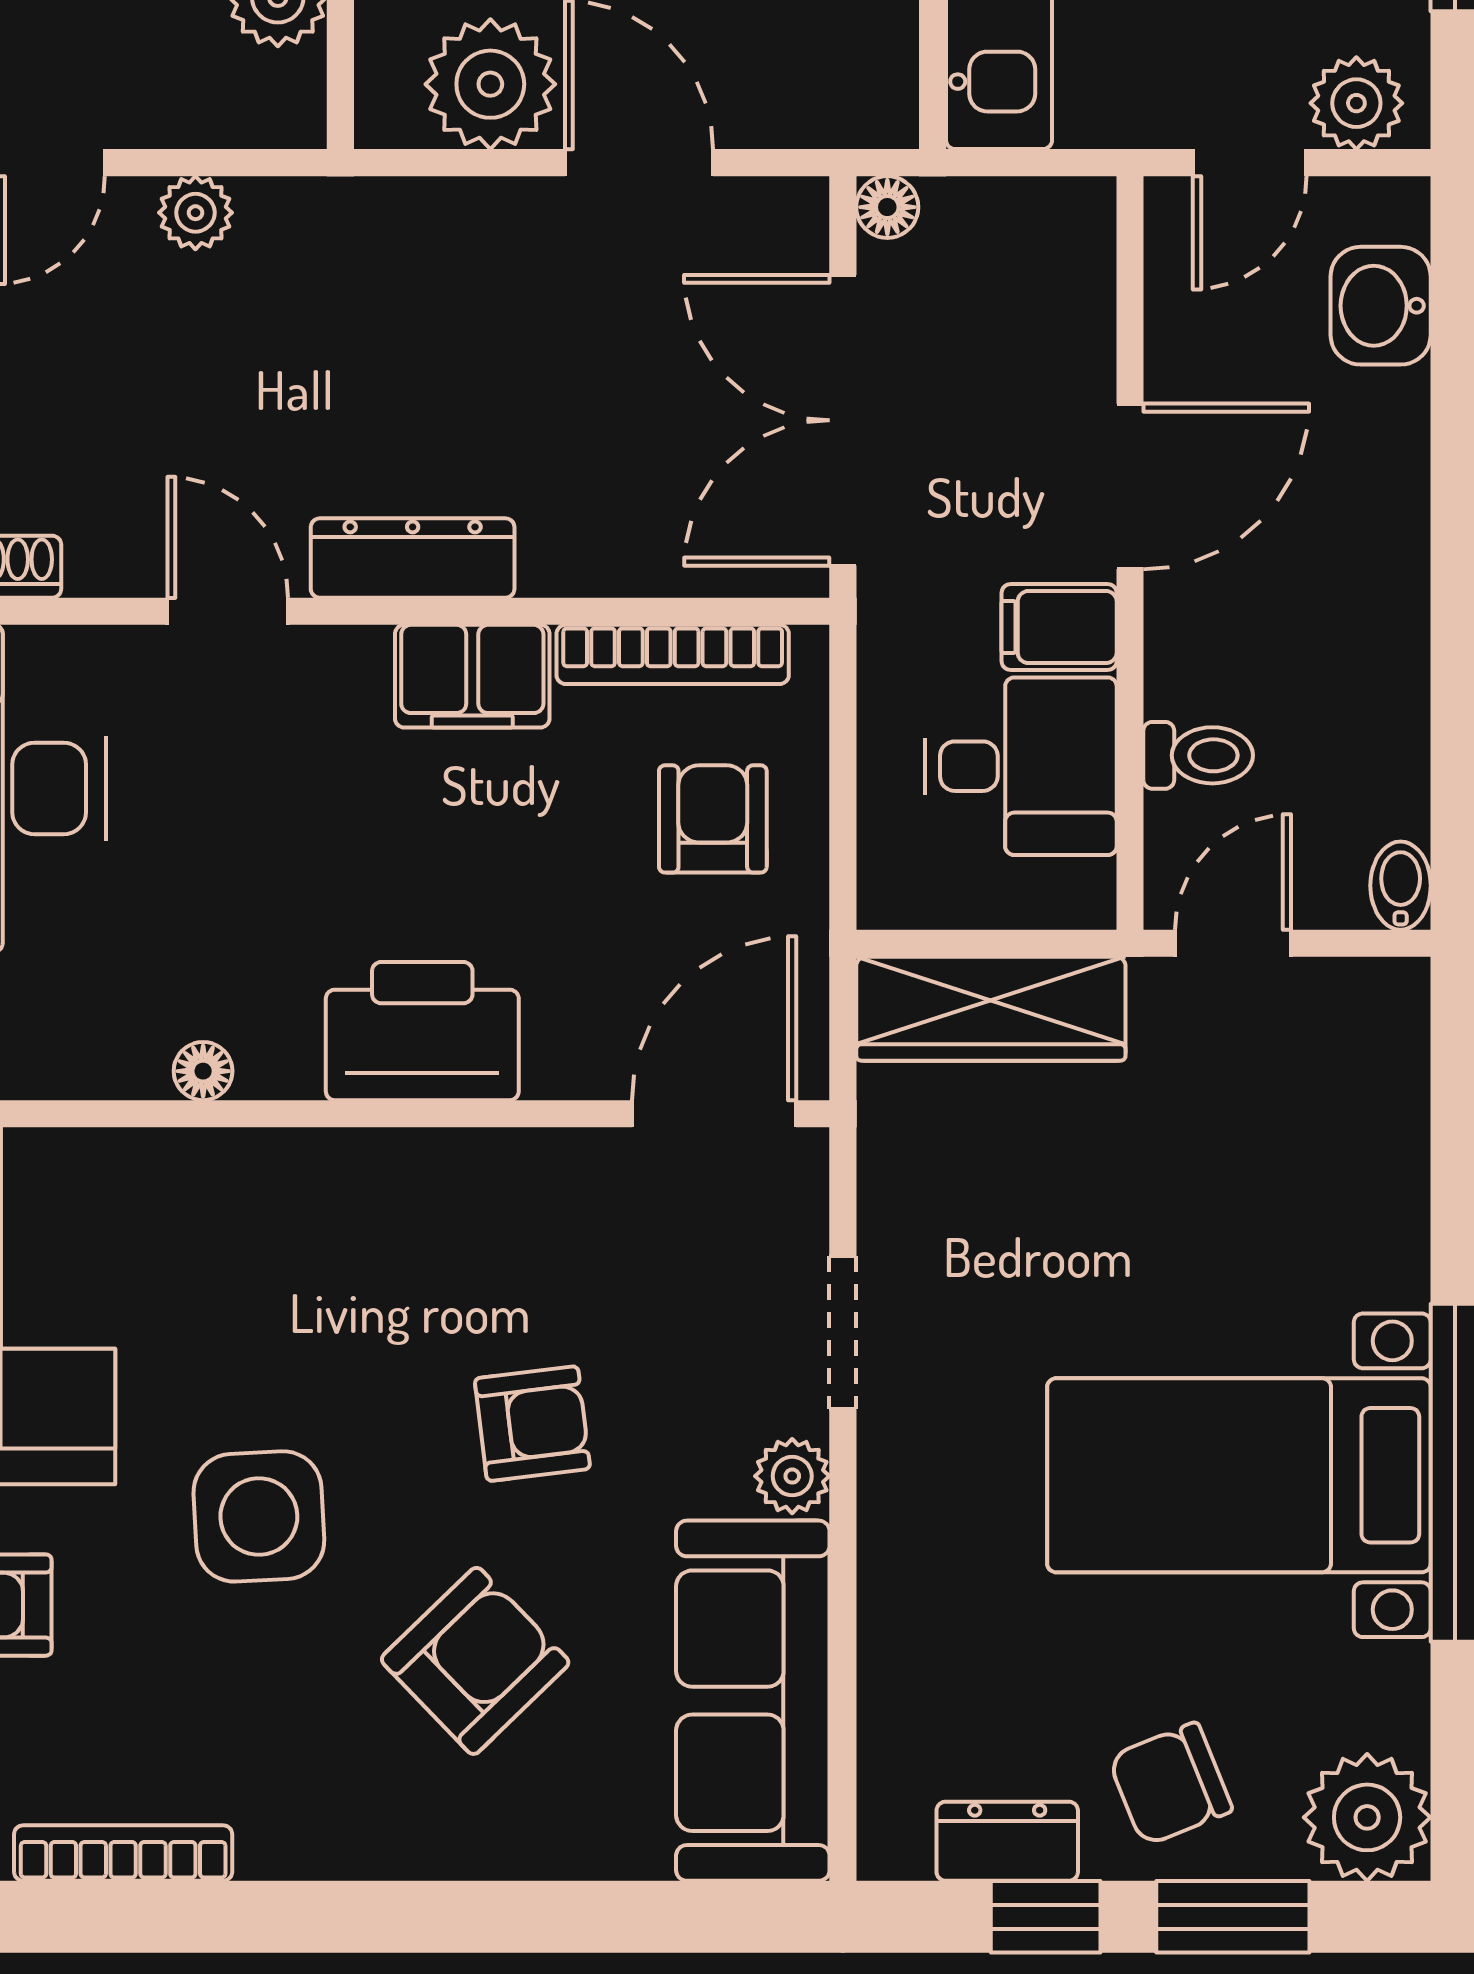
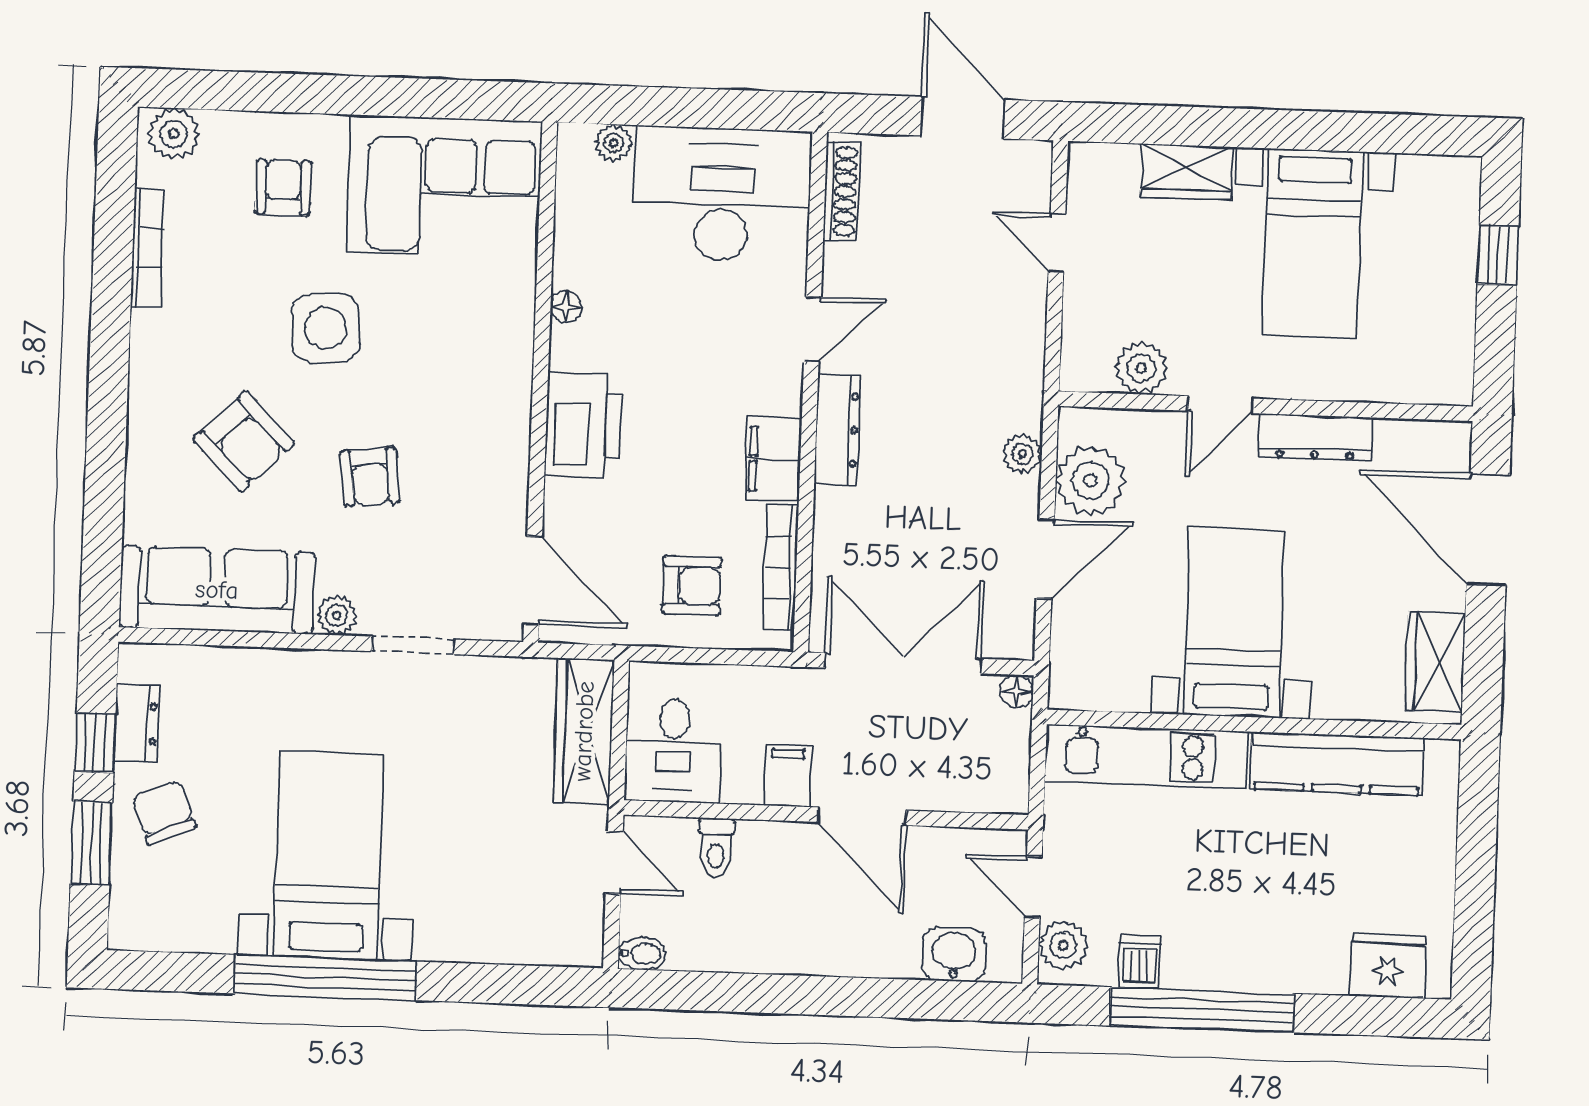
plant: (195, 213) -> (1022, 454), moved
desk: (1021, 766) -> (674, 750), moved
plant: (1367, 1817) -> (142, 917), removed

